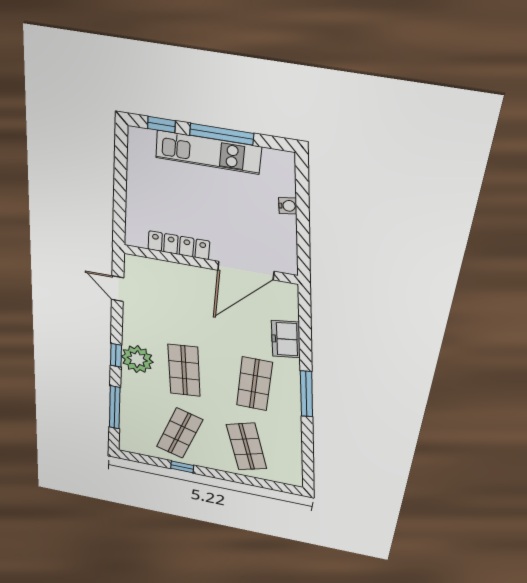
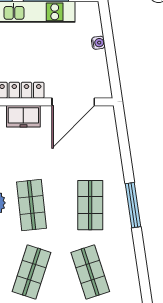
freezer: (286, 339) -> (23, 116), moved, turned -82

